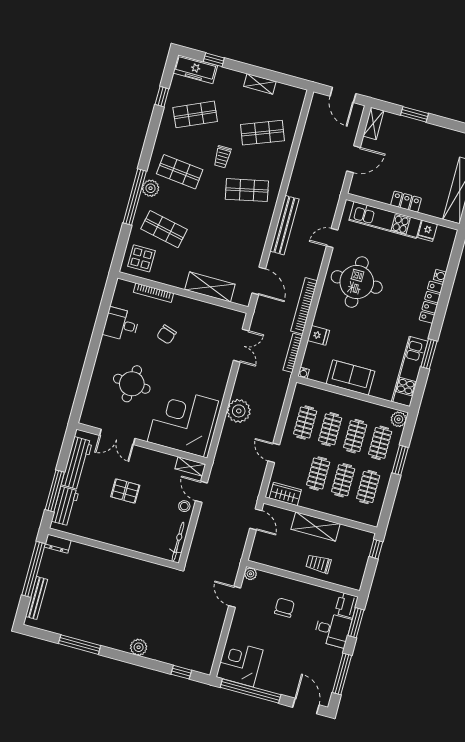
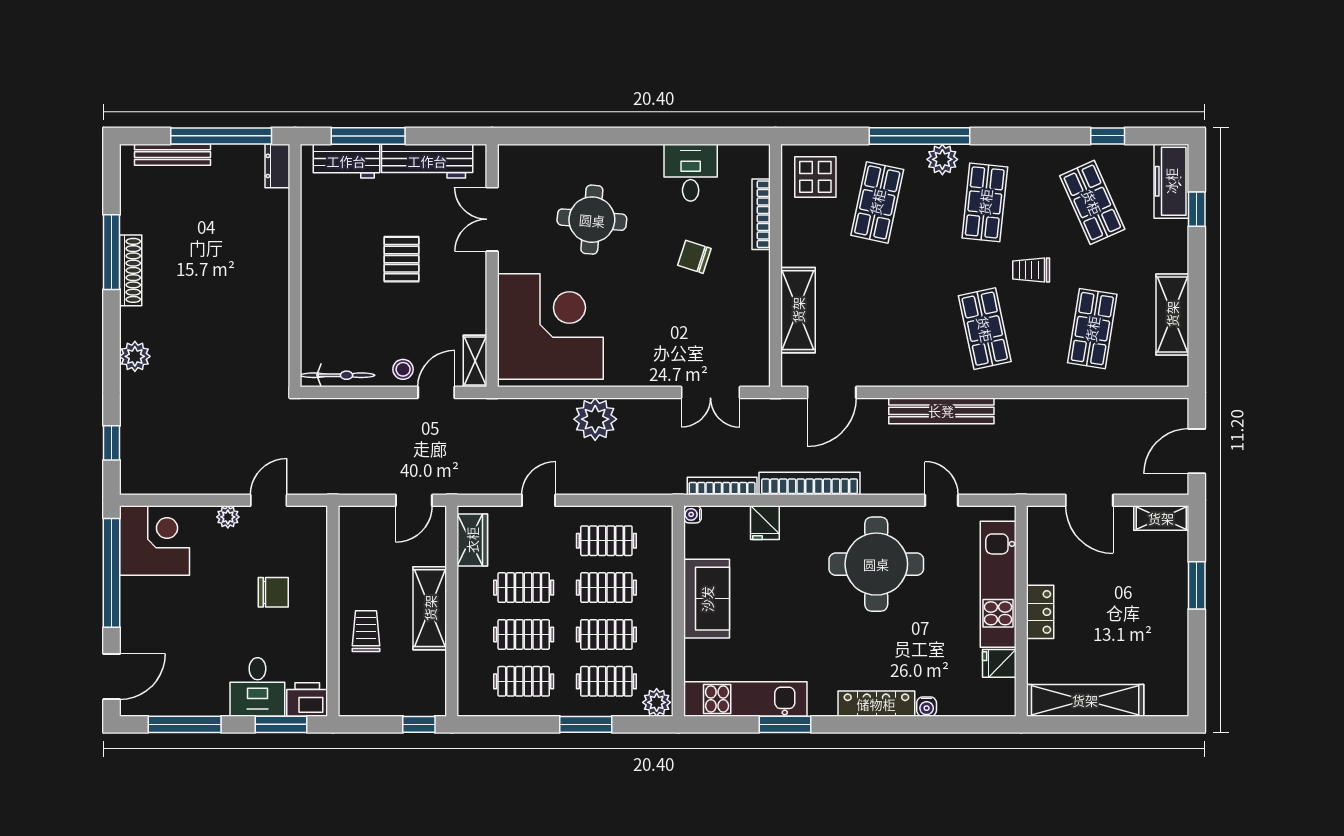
shelving: (260, 84) -> (1172, 314), width x1.50, depth x1.33
shop shelf: (262, 133) -> (1092, 329), turned 30
plant: (250, 574) -> (228, 517), moved
shoe rack: (92, 637) -> (131, 270), added

